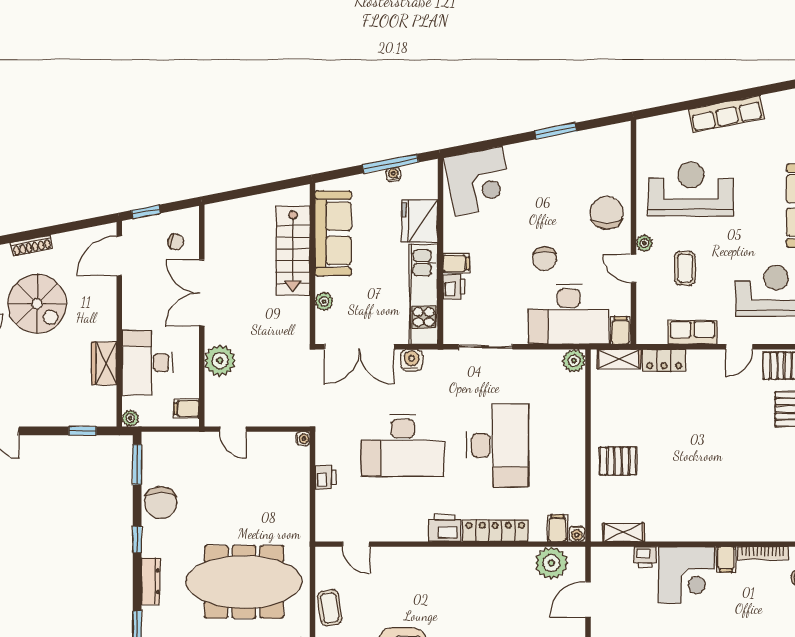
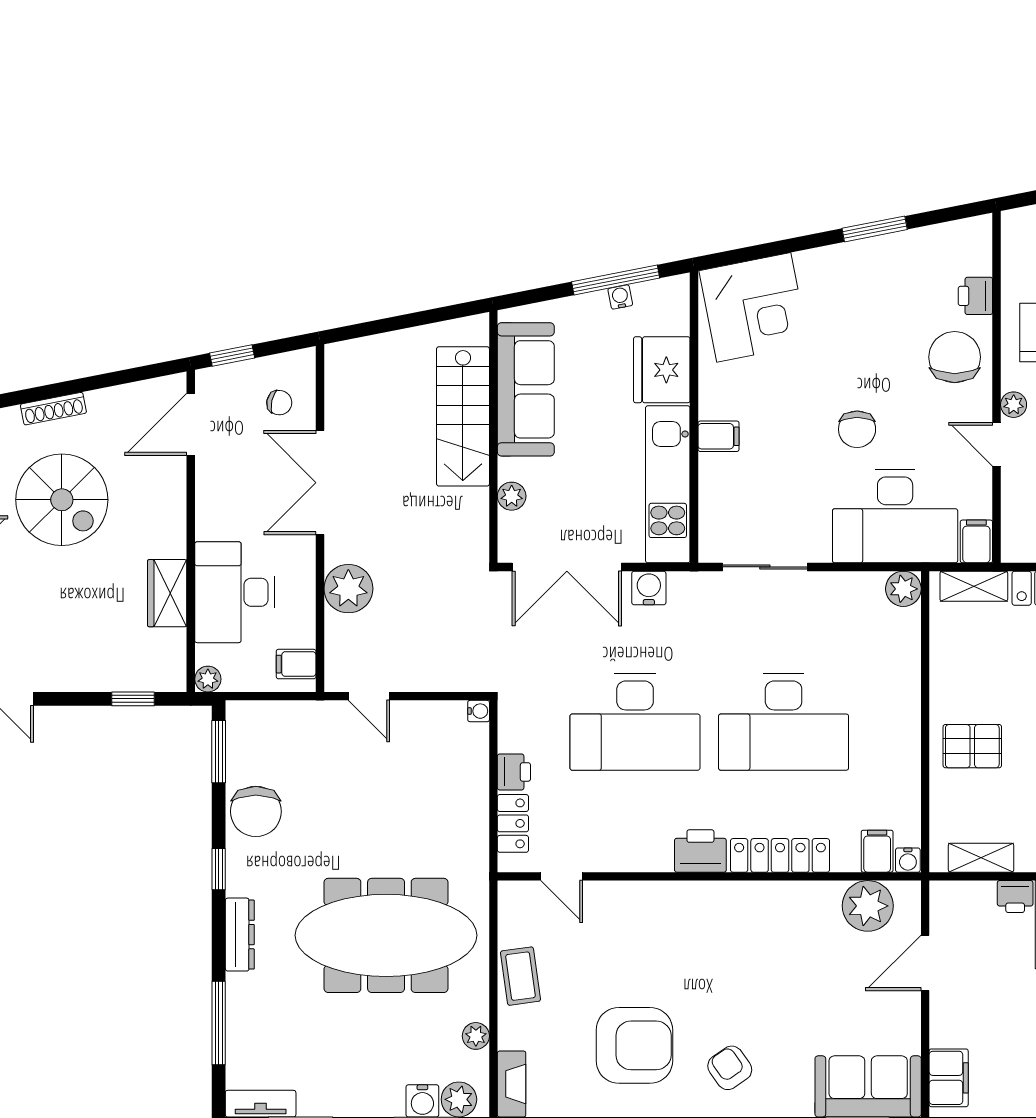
printer: (454, 287) -> (975, 296), moved, turned 180
desk: (498, 445) -> (784, 722), turned 90
locker: (325, 510) -> (513, 823), added

